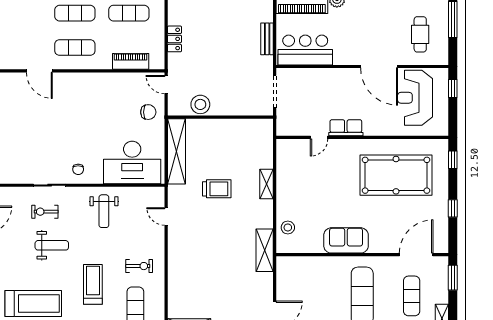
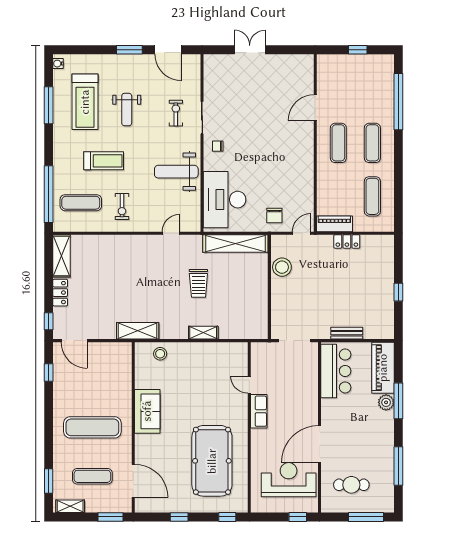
piano: (131, 61) -> (334, 224), moved, turned -90
weight bench: (104, 211) -> (176, 172), width x1.36, depth x1.33
weight bench: (52, 245) -> (127, 110), moved

